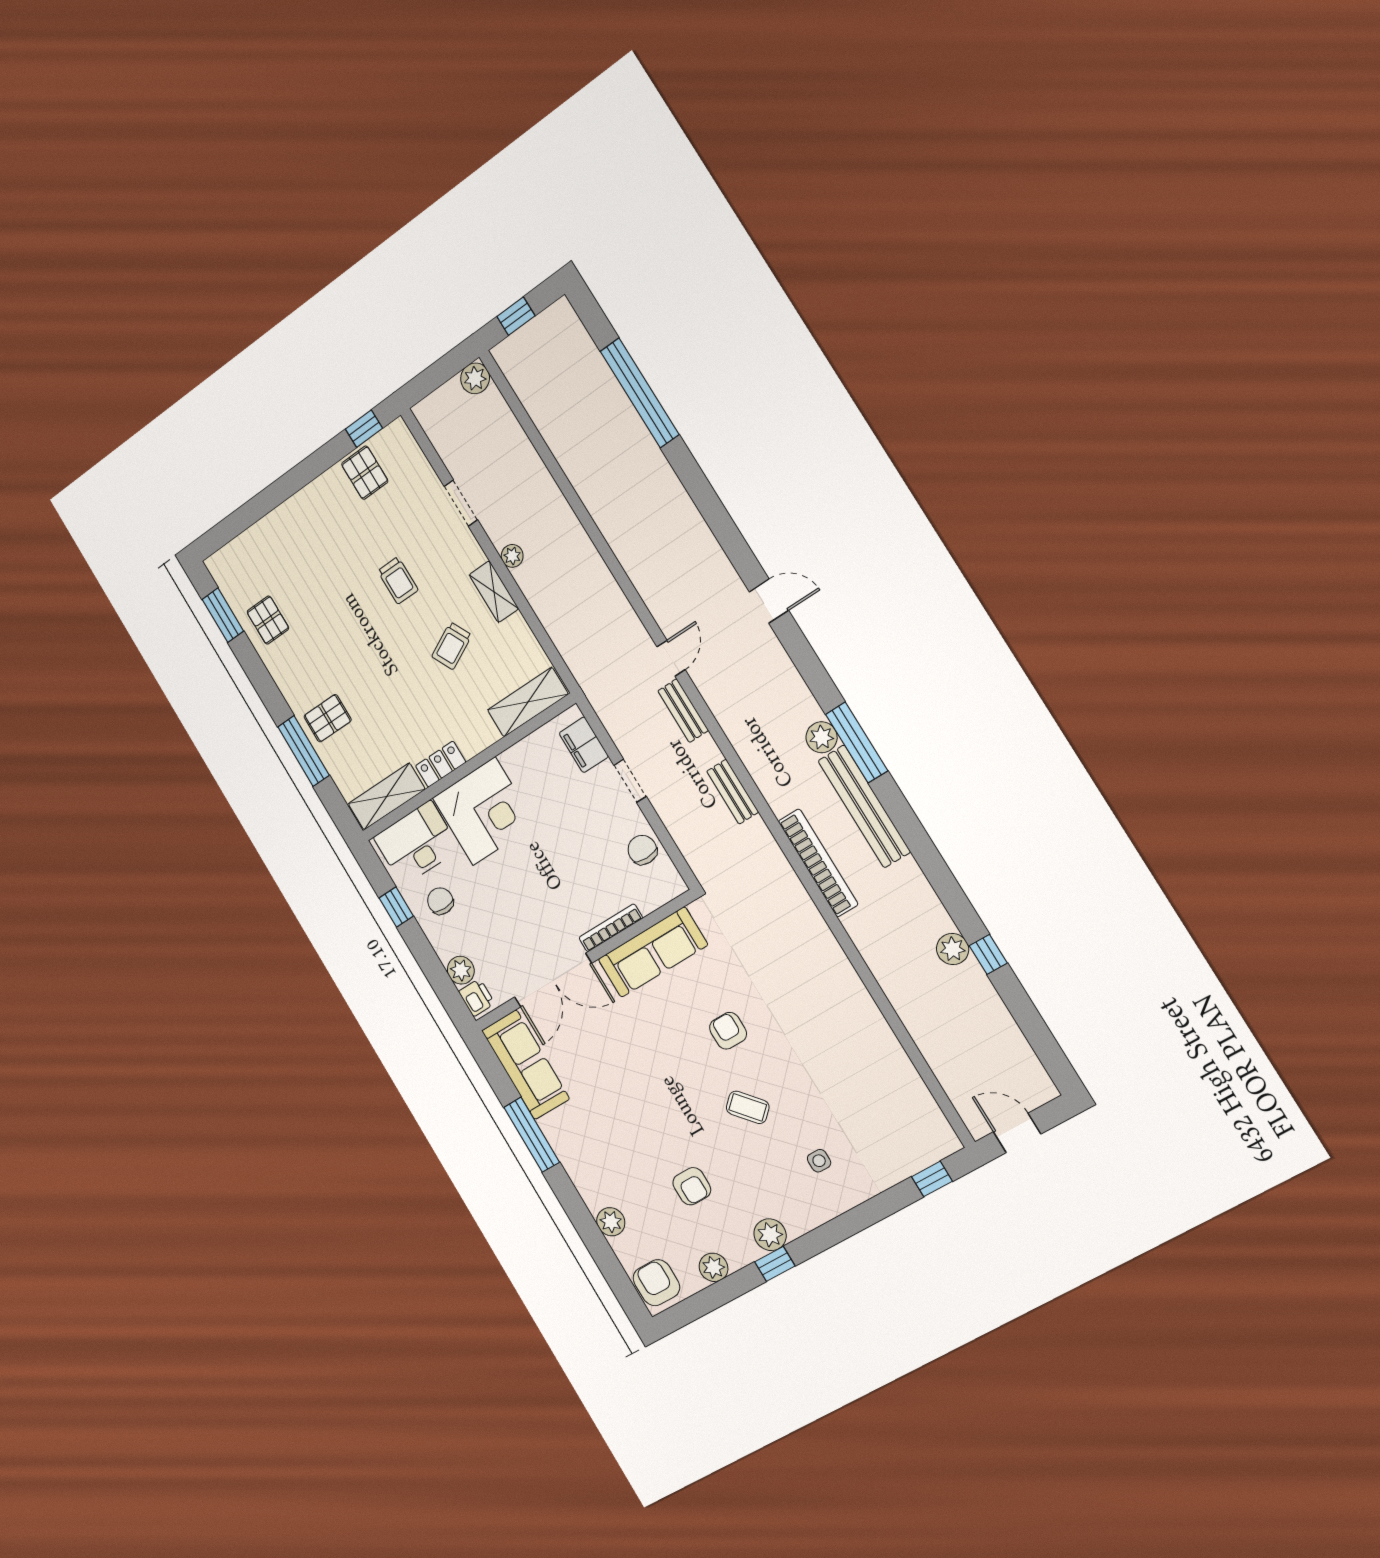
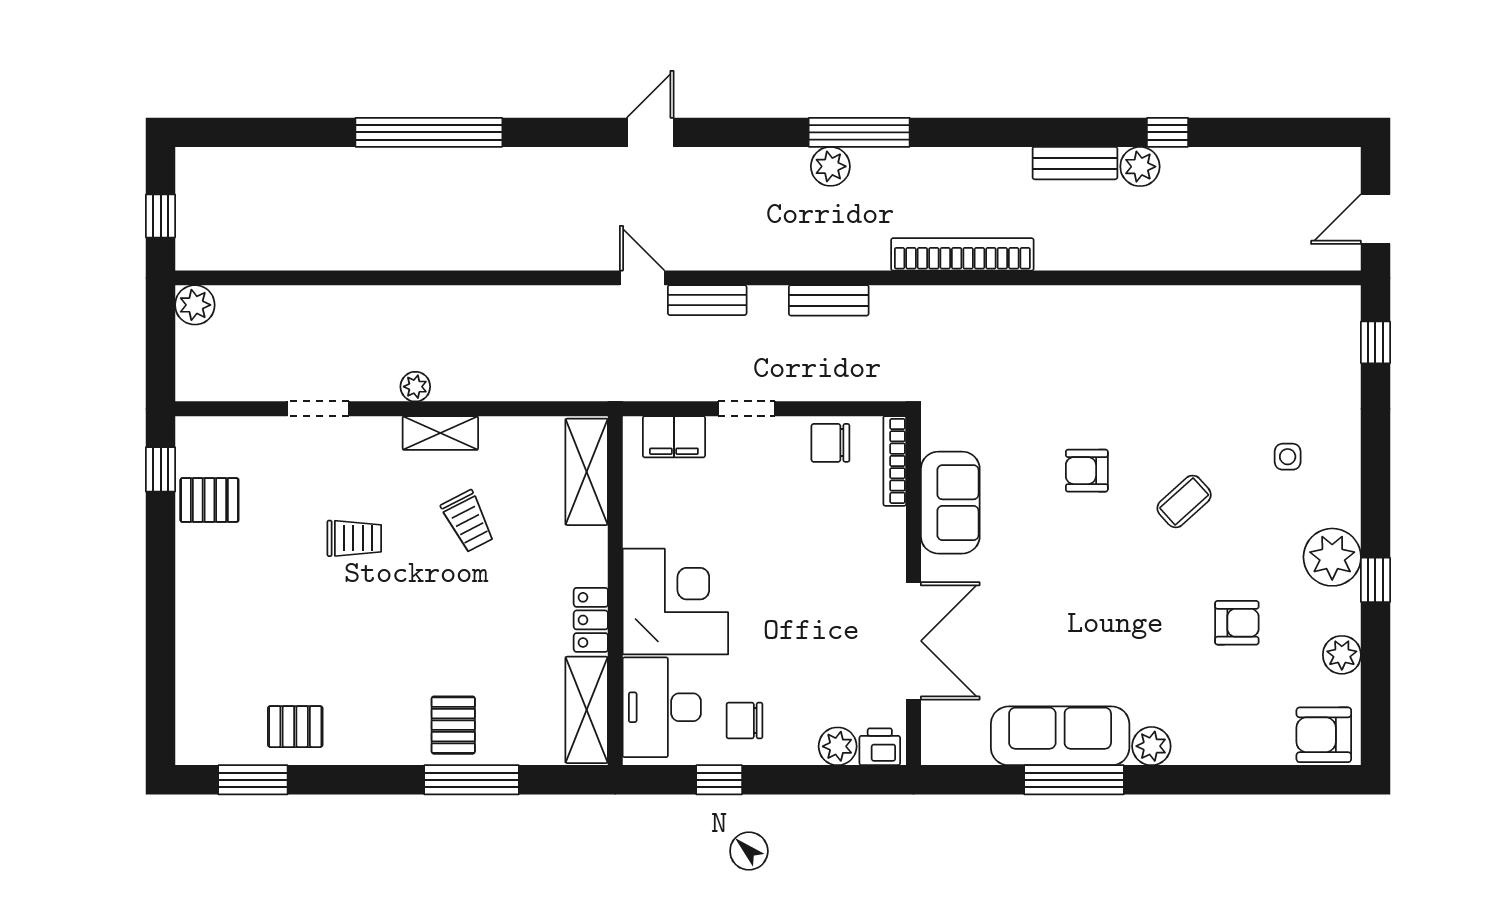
window: (640, 393) -> (429, 132), moved
bench: (864, 806) -> (1075, 163), moved, width x0.54, depth x0.82
bookcase: (611, 928) -> (895, 461), moved
sofa: (653, 952) -> (950, 503), width x0.73
sofa: (526, 1065) -> (1060, 736), moved
plant: (611, 1222) -> (1151, 746), moved
plant: (770, 1235) -> (1332, 557), width x1.36, depth x1.36

